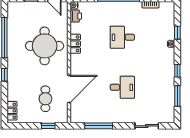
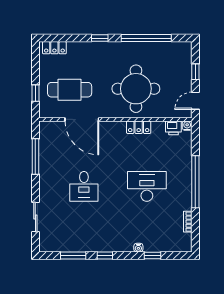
desk: (122, 37) -> (147, 186), width x1.37
cafe table: (45, 99) -> (70, 90), width x1.37, depth x1.35

